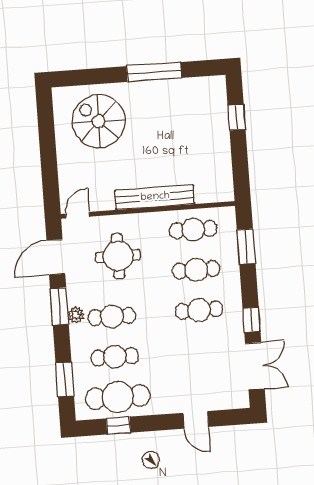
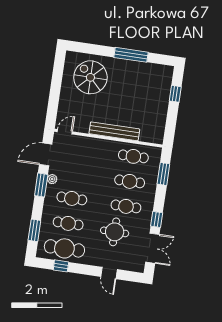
round table: (118, 256) -> (115, 232), moved
plant: (76, 315) -> (52, 179), moved

